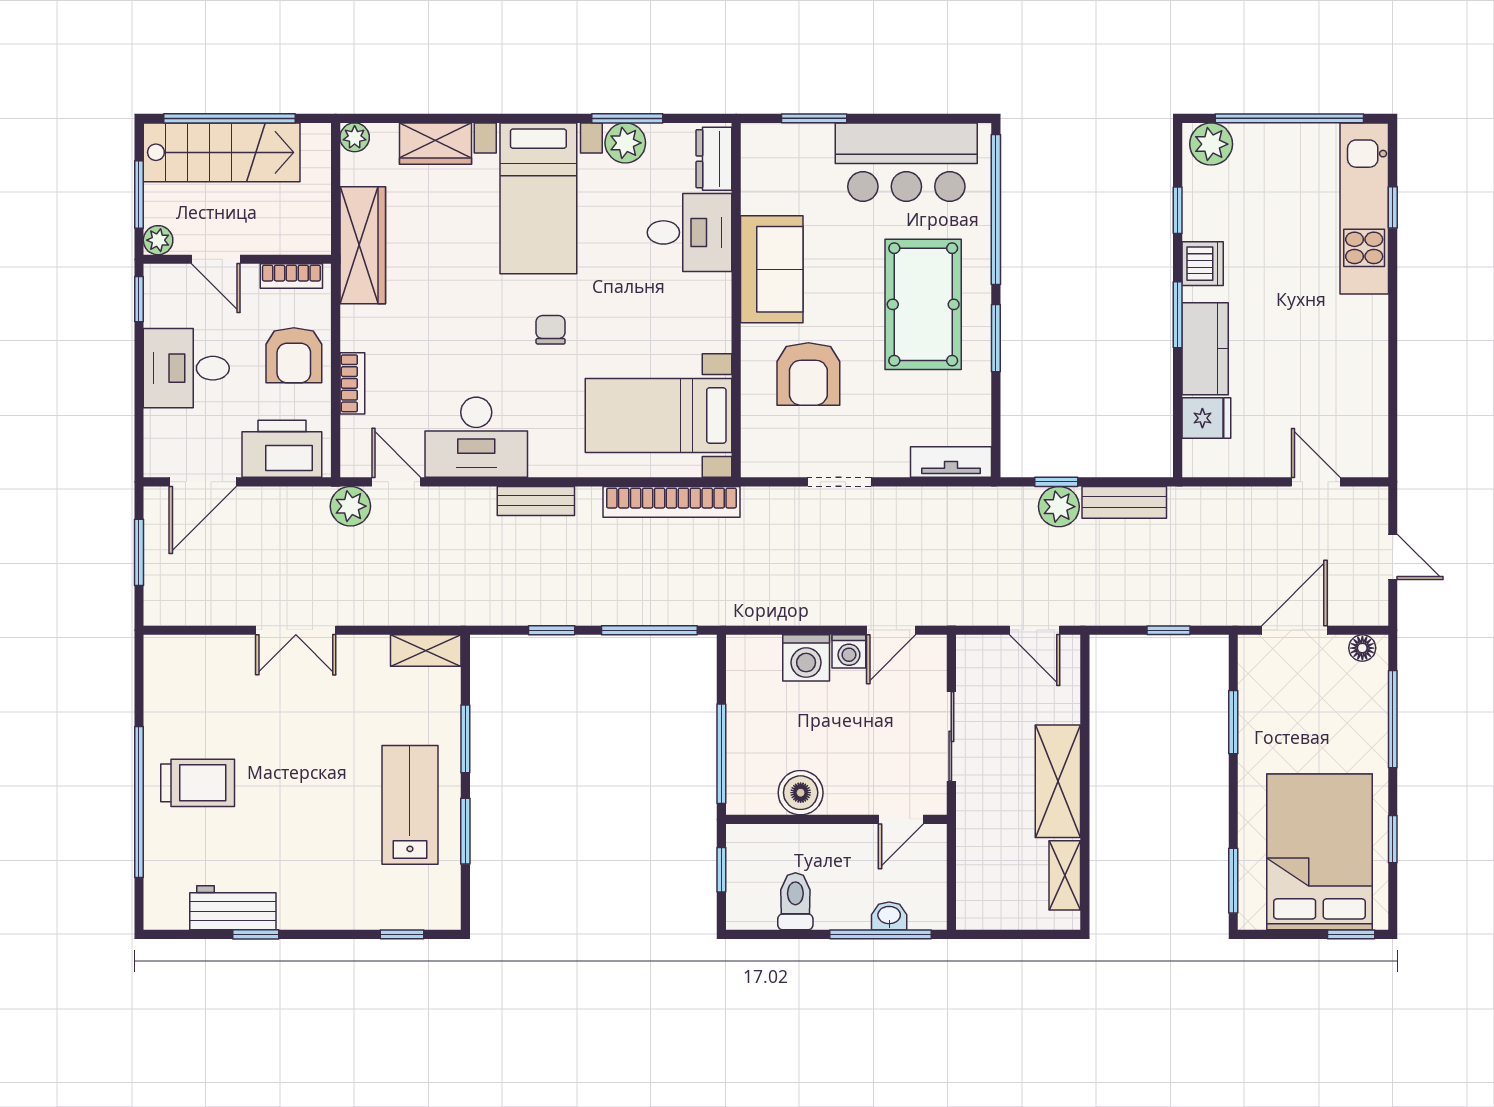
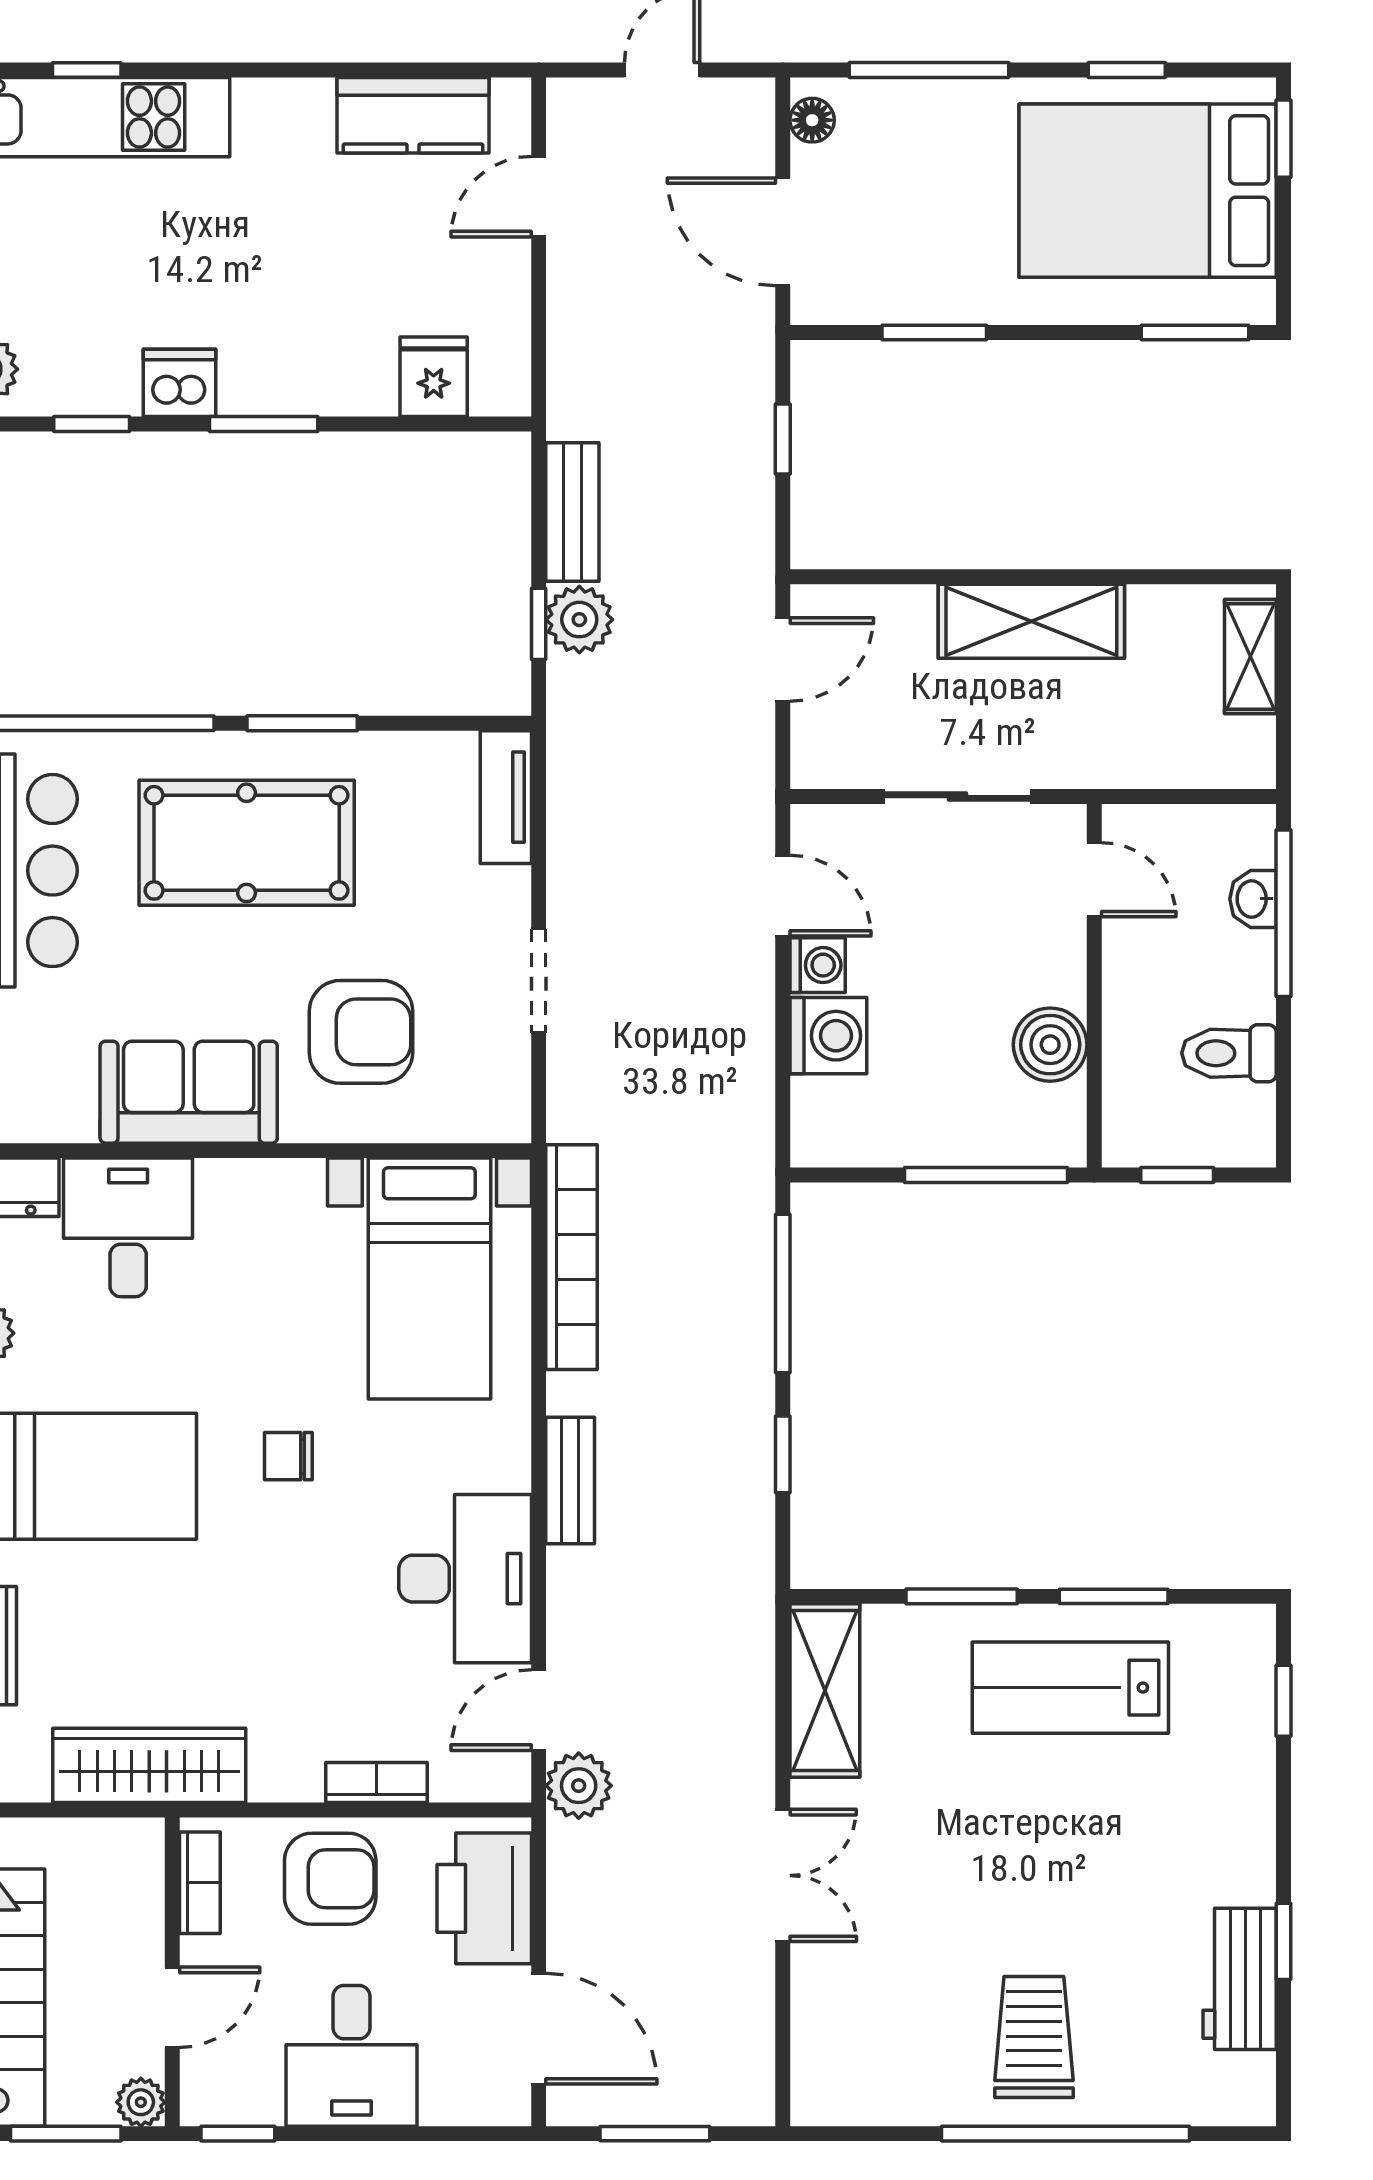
kitchen counter: (1205, 349) -> (413, 115), moved, turned 180
shelving: (426, 651) -> (825, 1691), width x1.50, depth x1.33
shelving: (1065, 875) -> (1250, 657), moved, turned 90

